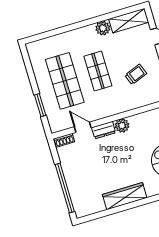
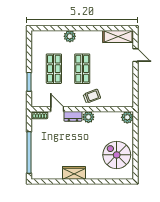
plant: (103, 28) -> (70, 36), moved
trolley: (136, 74) -> (92, 96), moved
shop shelf: (65, 81) -> (54, 69), width x0.70, depth x0.74
wardrobe: (125, 196) -> (74, 173), width x0.67

